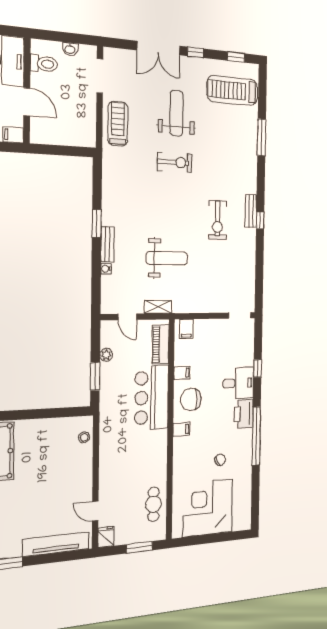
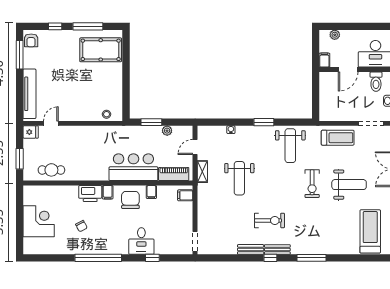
window: (262, 137) -> (312, 258), moved
weight bench: (127, 189) -> (290, 146), added
exercise bike: (218, 220) -> (269, 220), turned 180
bench: (107, 244) -> (251, 249), moved
printer: (244, 414) -> (90, 194), moved, turned 180
corner desk: (208, 508) -> (39, 221), width x0.74, depth x0.74

